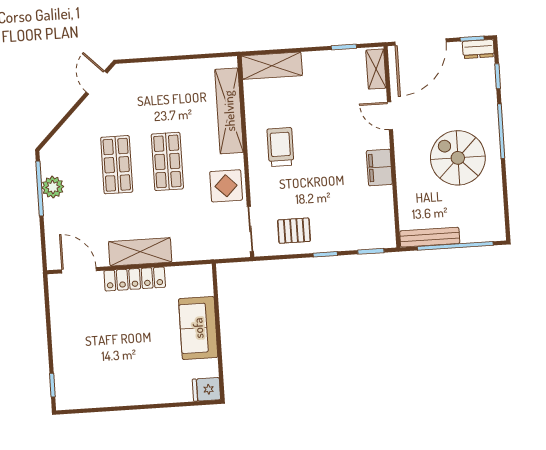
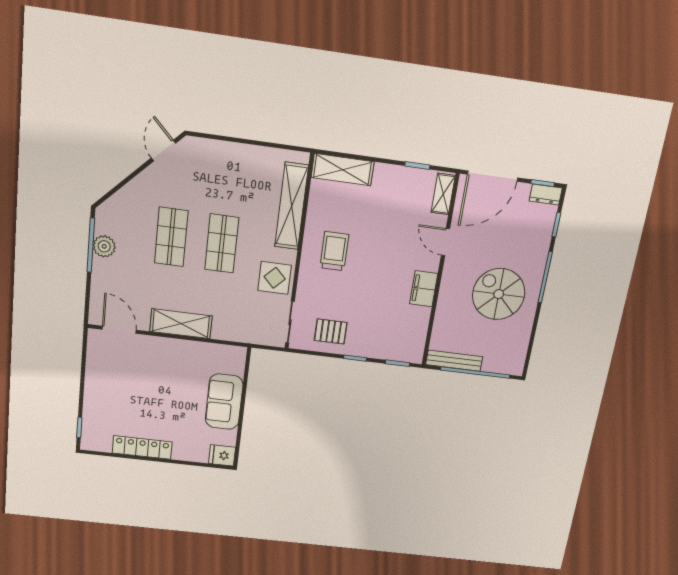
locker: (135, 279) -> (142, 448), moved, turned 180

